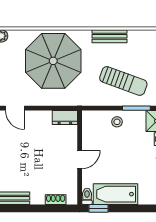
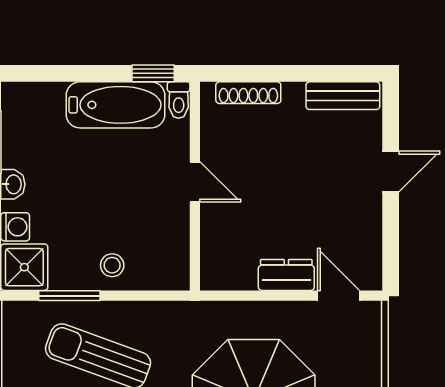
dresser: (65, 117) -> (286, 275), moved
door: (80, 159) -> (195, 182), swing flipped
shoe rack: (56, 200) -> (248, 93), width x1.43

